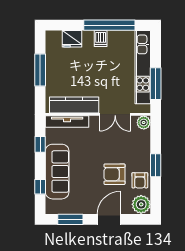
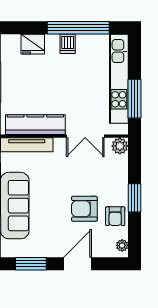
plant: (141, 204) -> (122, 245), width x0.53, depth x0.53

